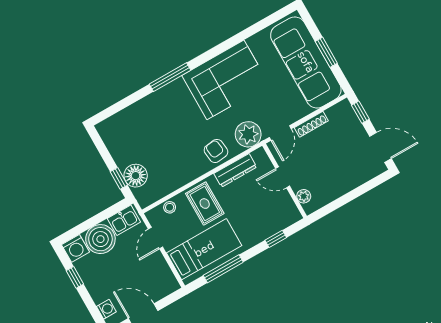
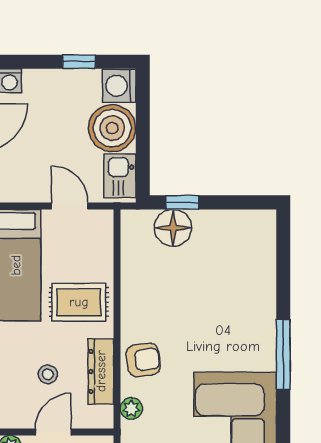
plant: (248, 134) -> (131, 409), width x0.53, depth x0.53
stool: (170, 207) -> (48, 374), moved

